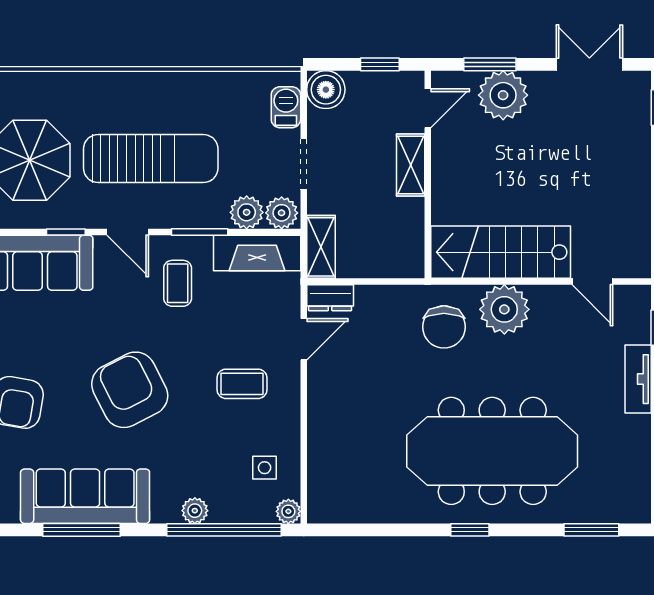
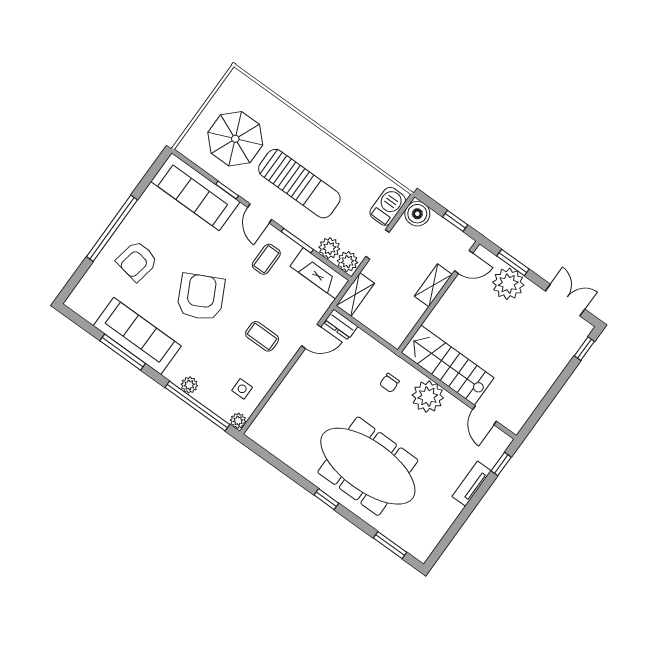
barbecue: (286, 107) -> (388, 206), width x1.38, depth x1.27
chair: (444, 327) -> (389, 383), width x0.54, depth x0.54

